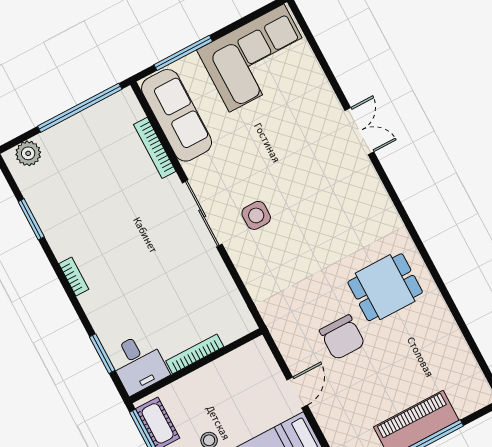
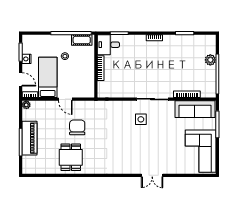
plant: (28, 153) -> (210, 60), moved
dining table: (385, 287) -> (71, 157), moved
chair: (342, 337) -> (77, 127), turned 90

